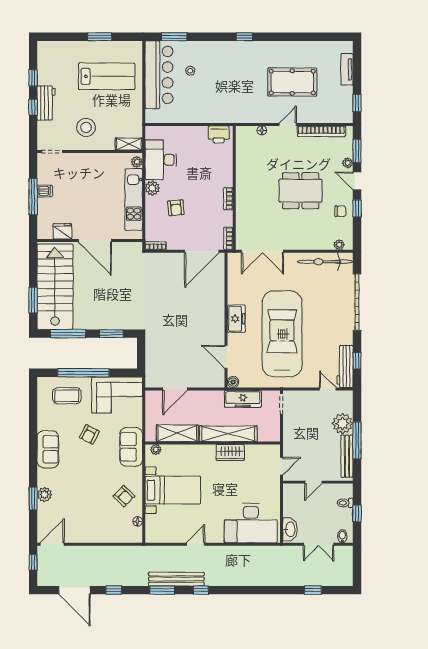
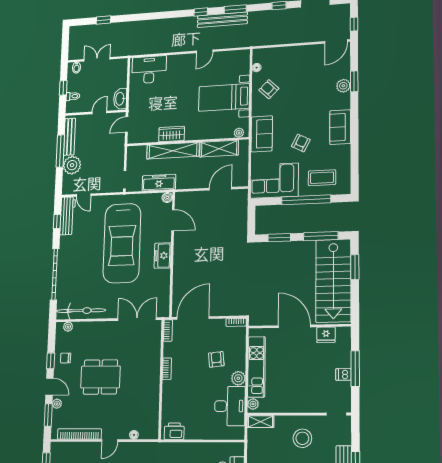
desk: (251, 523) -> (149, 70), width x0.73, depth x0.77
washbasin: (290, 529) -> (120, 99), moved

